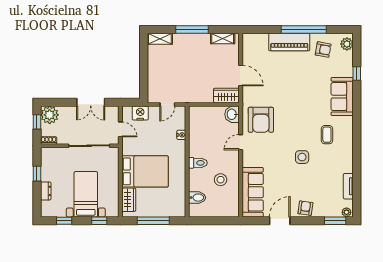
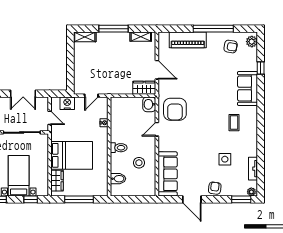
piano: (289, 42) -> (188, 40), moved
side table: (302, 157) -> (225, 159), moved
door: (280, 221) -> (192, 199), swing flipped

